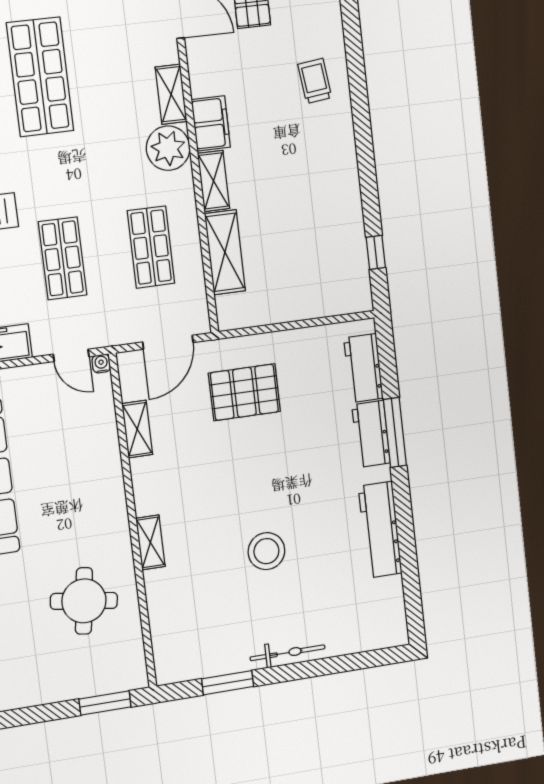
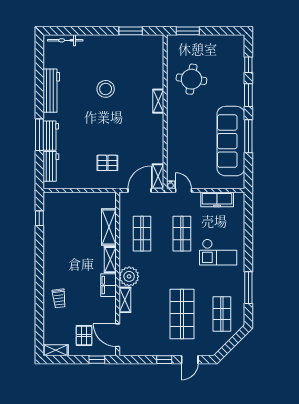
pallet: (244, 392) -> (107, 163), width x0.67, depth x0.71
shelving: (137, 429) -> (158, 176), moved
bicycle: (288, 653) -> (65, 40), moved

